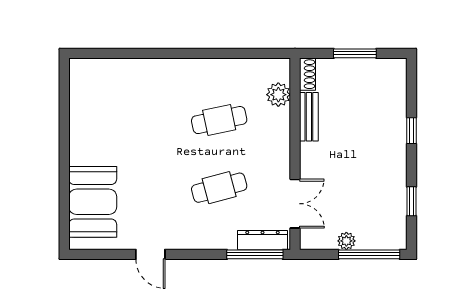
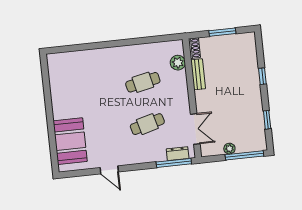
dresser: (263, 240) -> (178, 154), width x0.70

